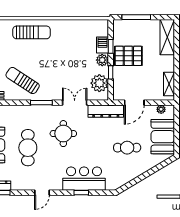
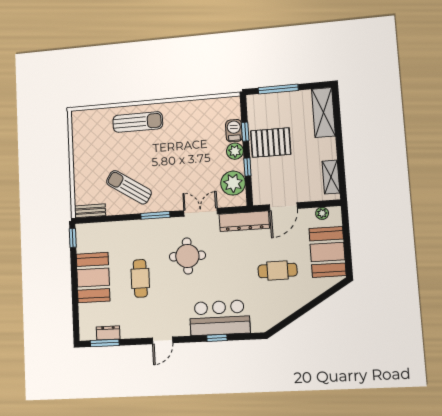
cafe table: (28, 148) -> (140, 278), width x0.73, depth x0.74

